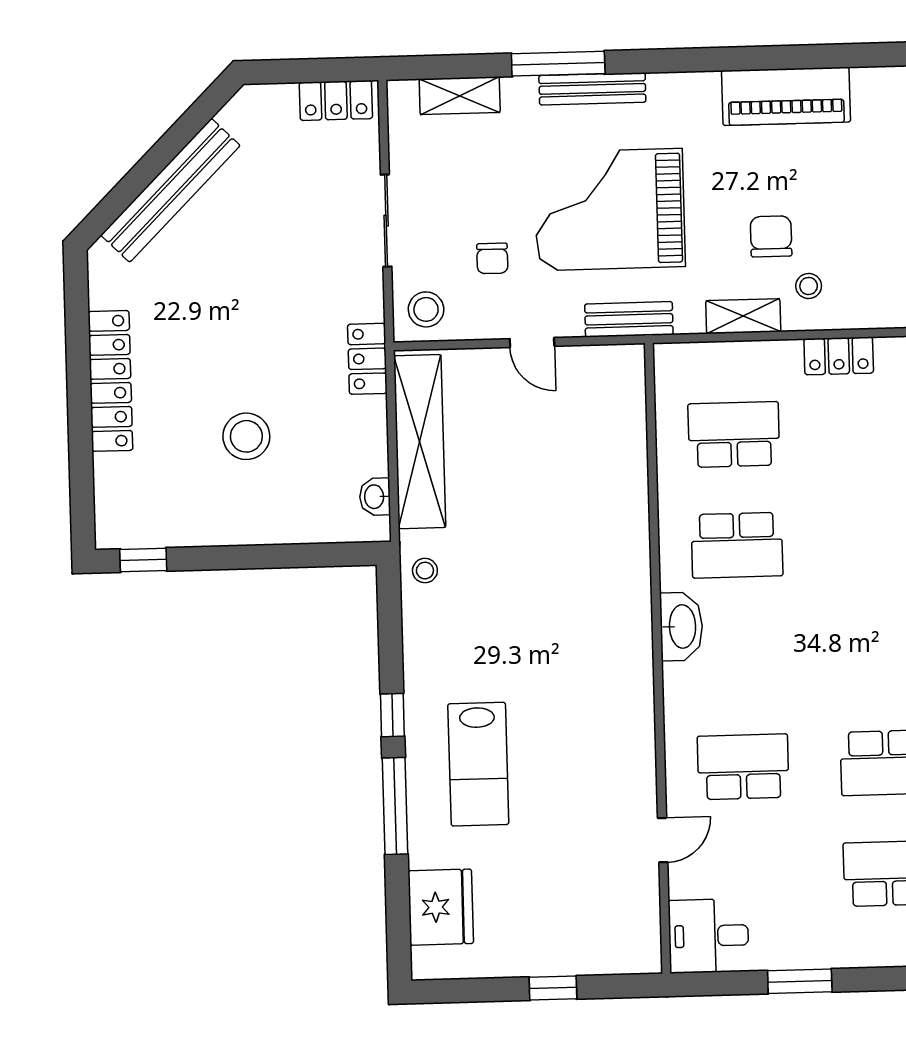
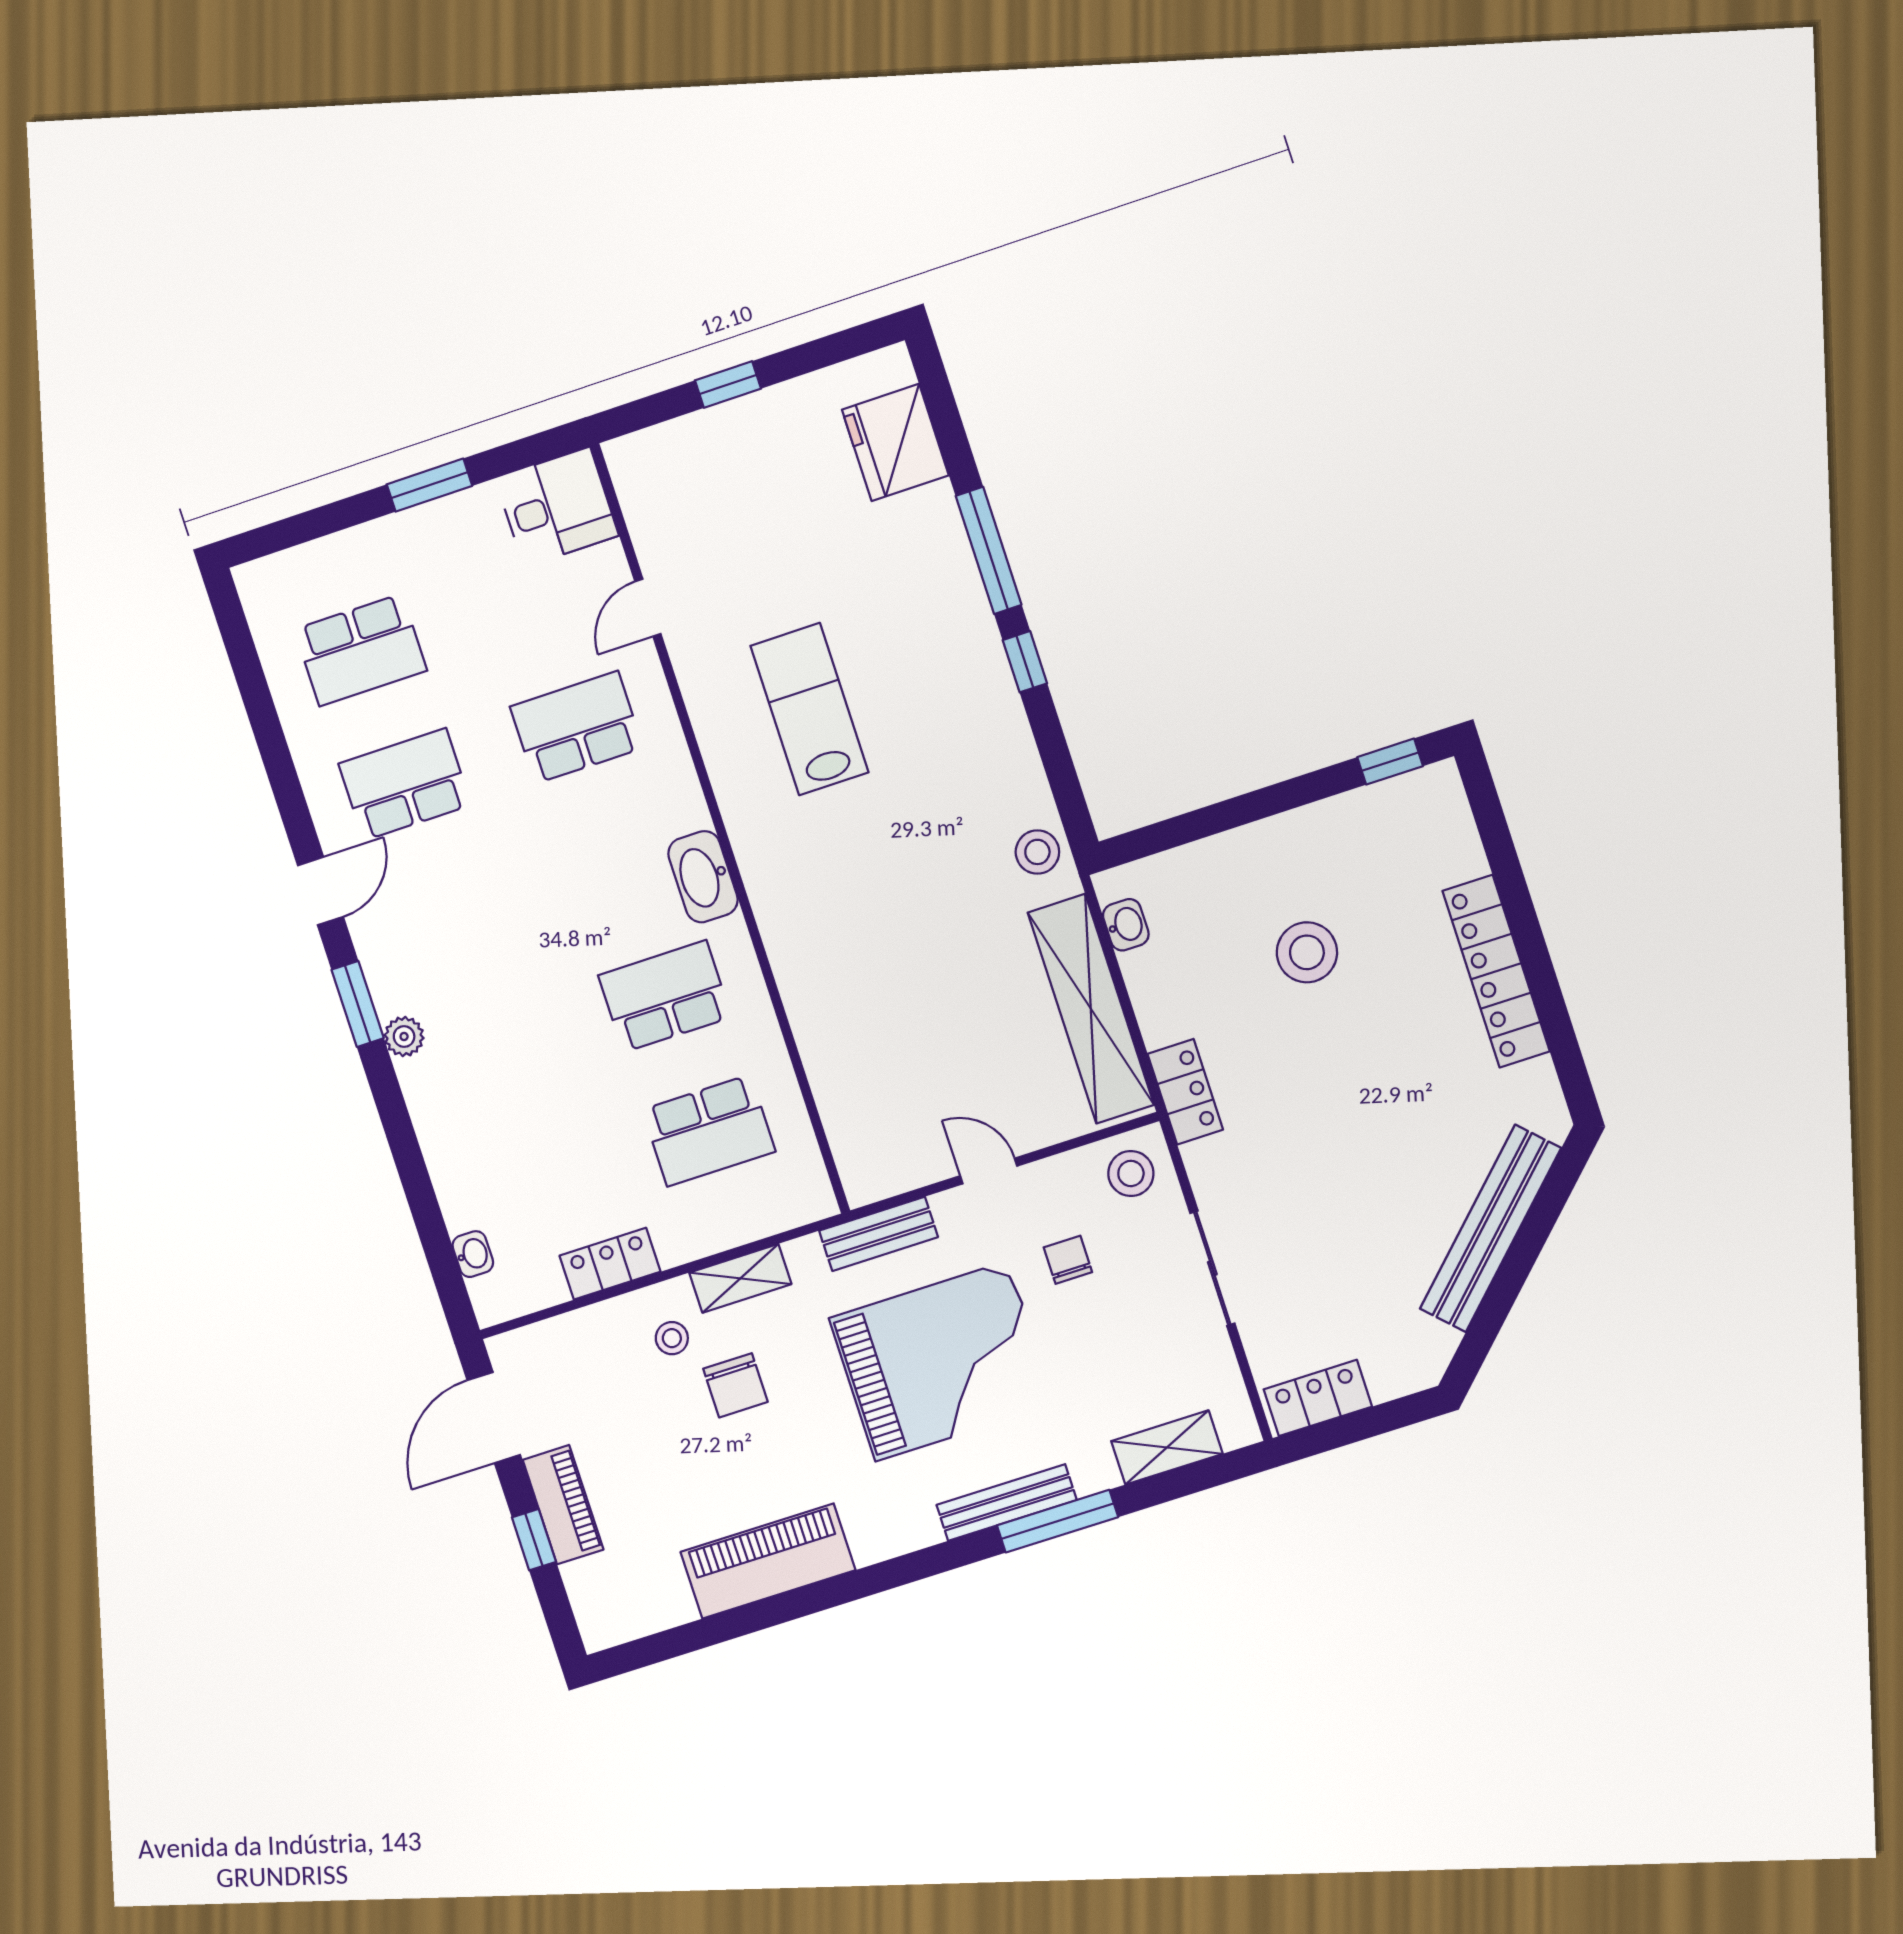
stool: (425, 571) -> (1037, 852), width x1.37, depth x1.37
lab bench: (478, 764) -> (809, 709), moved
school desk: (743, 767) -> (577, 727), turned 180

